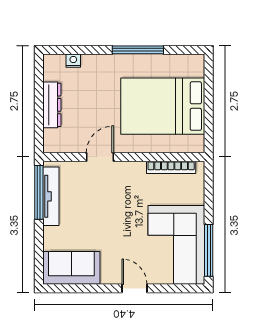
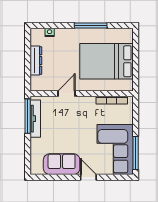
sofa: (71, 268) -> (62, 164), moved

